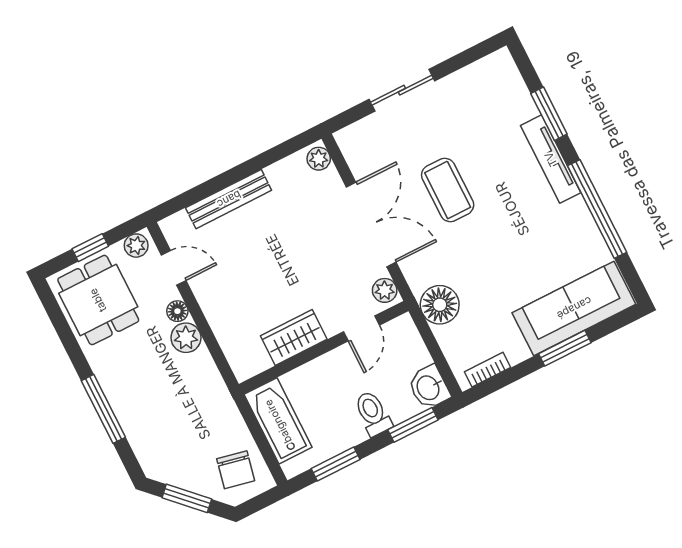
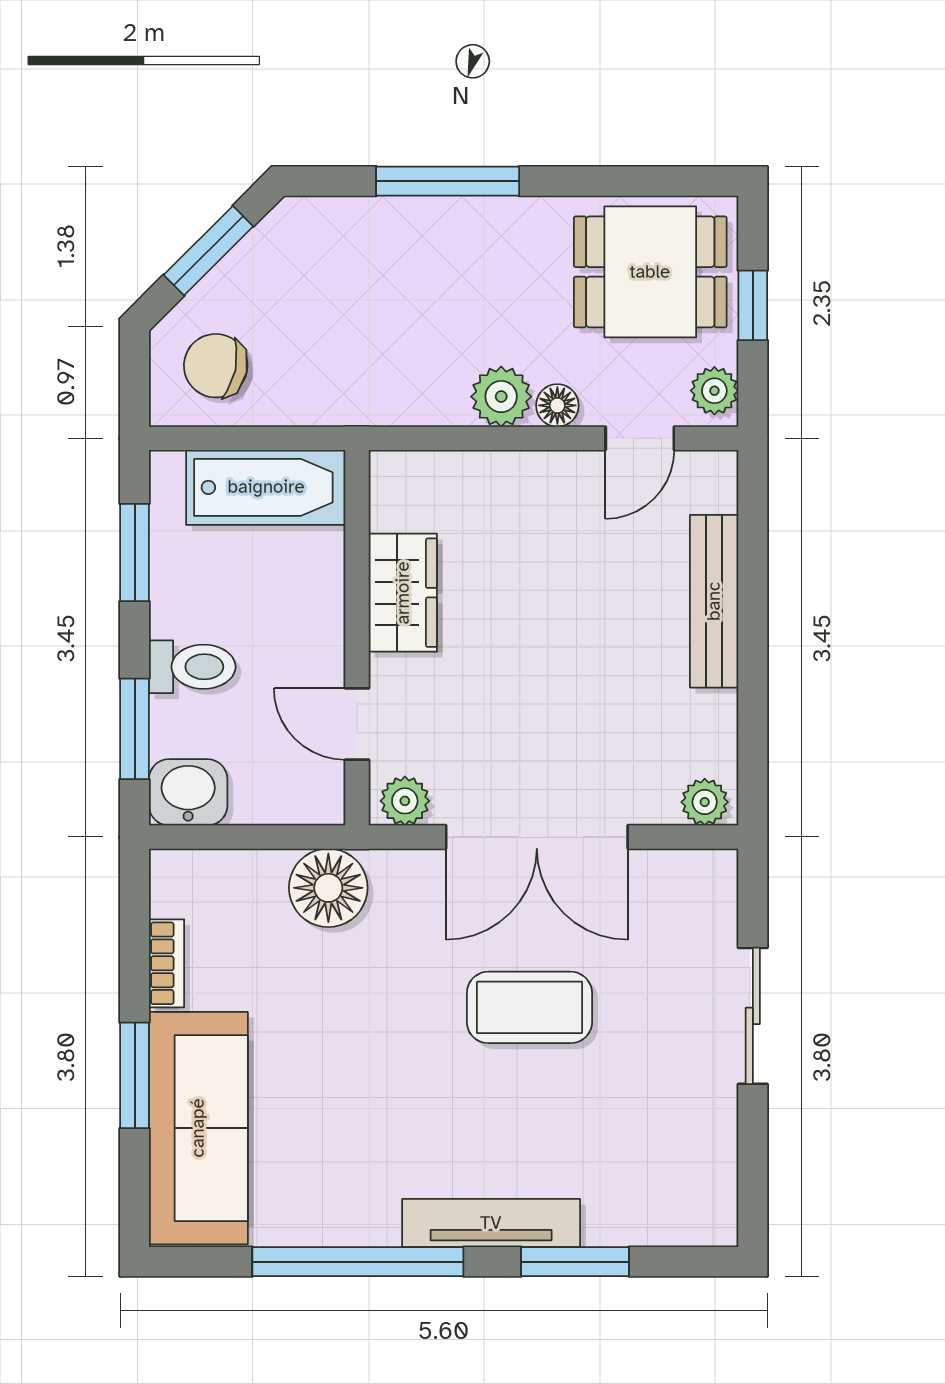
bookcase: (487, 370) -> (167, 963), moved

